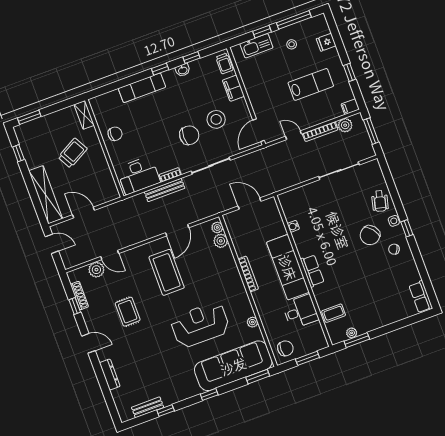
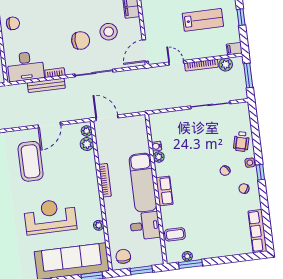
door: (249, 204) -> (107, 118), moved
chair: (370, 235) -> (225, 171), width x0.54, depth x0.54
plant: (298, 237) -> (159, 157), added
row of seats: (421, 297) -> (257, 231), width x1.48
chair: (285, 348) -> (123, 256), turned -90

